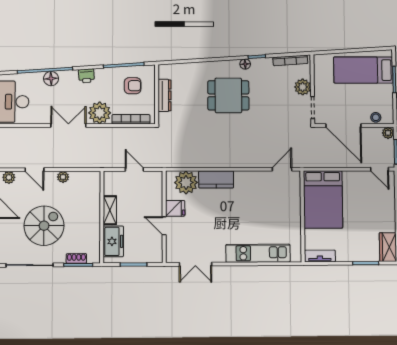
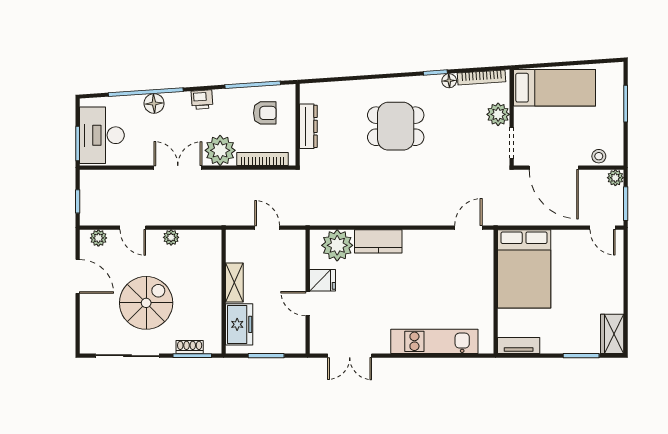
floor lamp: (245, 64) -> (449, 81), moved
bed: (363, 70) -> (554, 88), moved, turned 180

